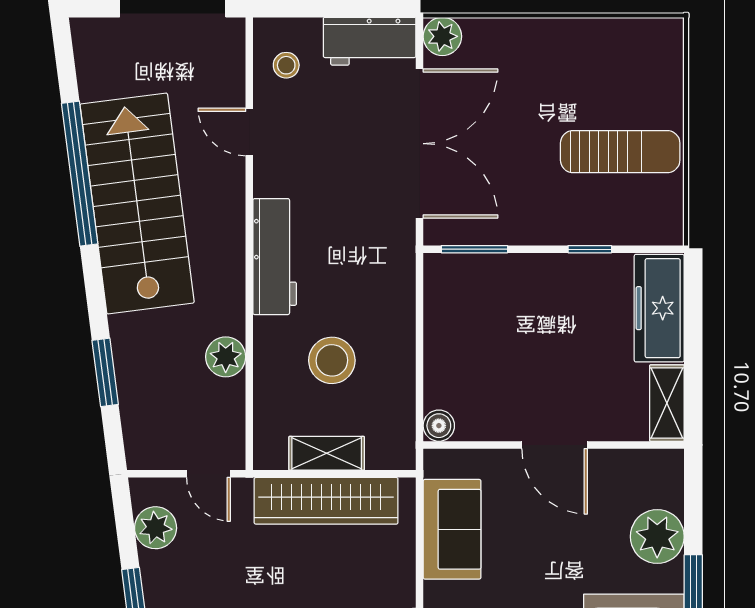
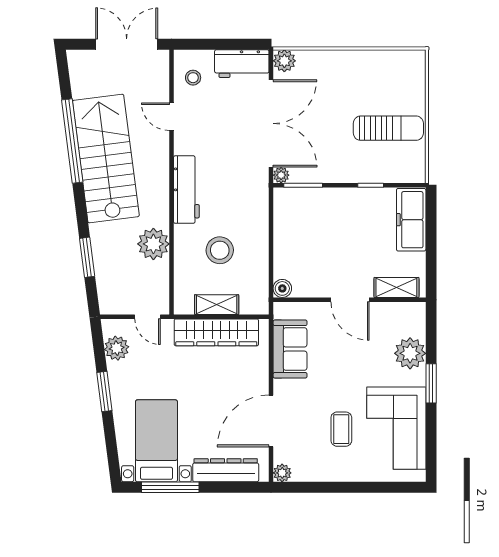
plant: (437, 232) -> (281, 175), added
plant: (226, 357) -> (153, 244), width x1.36, depth x1.36
shelving: (667, 403) -> (396, 287), moved, turned 90

